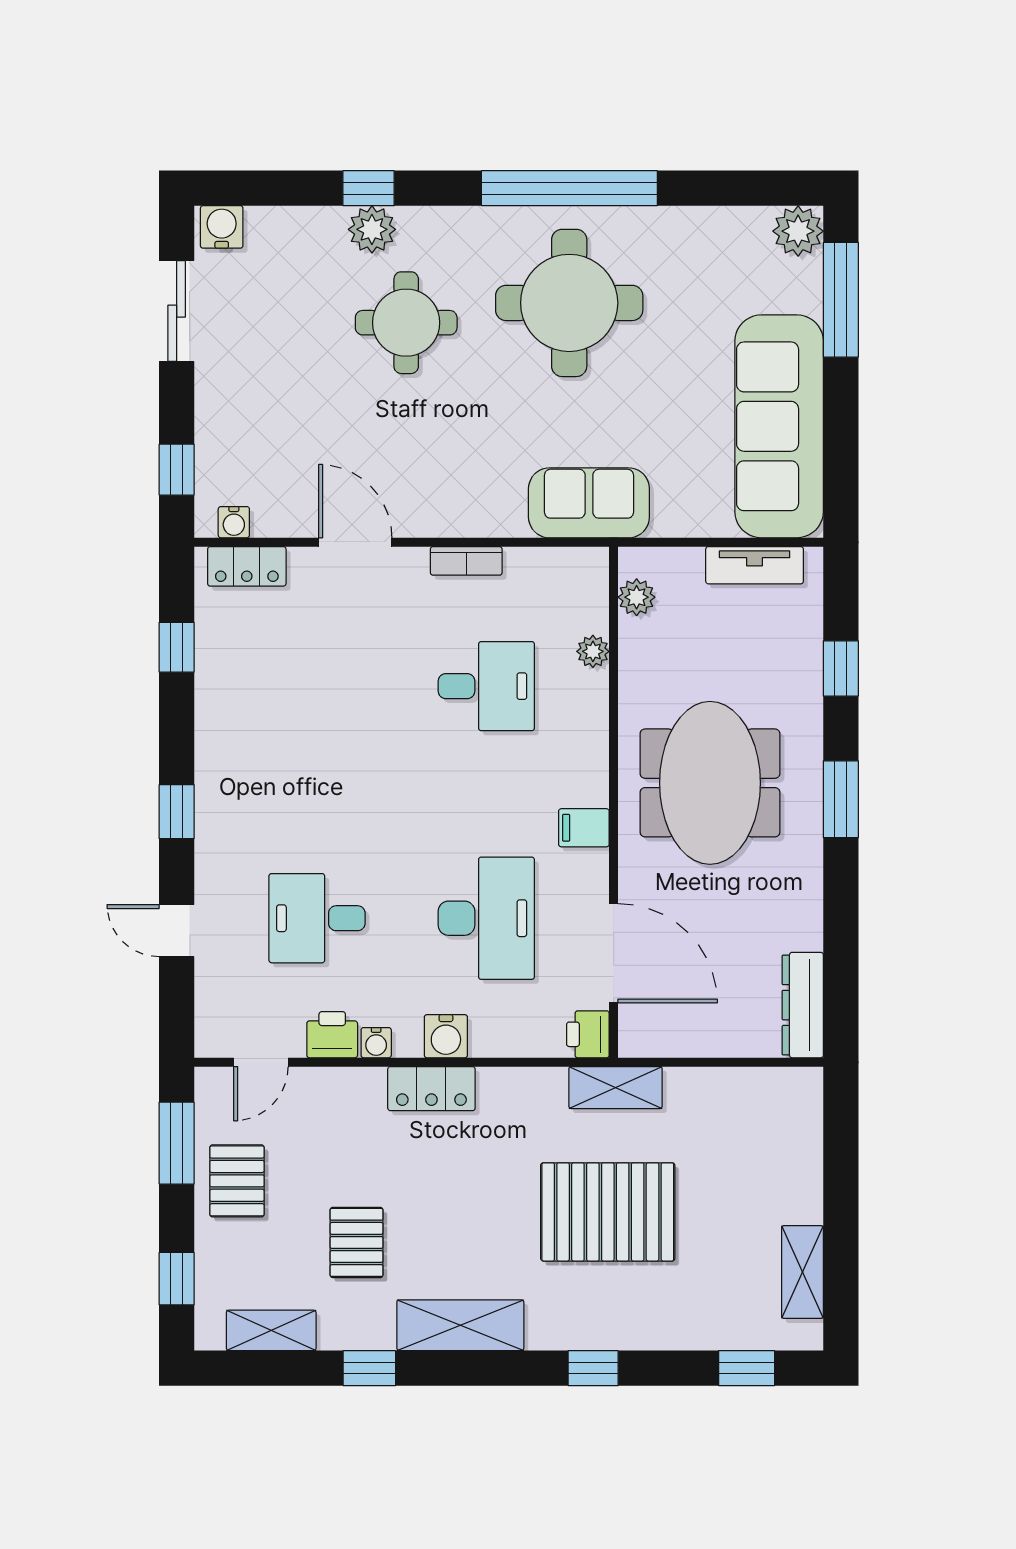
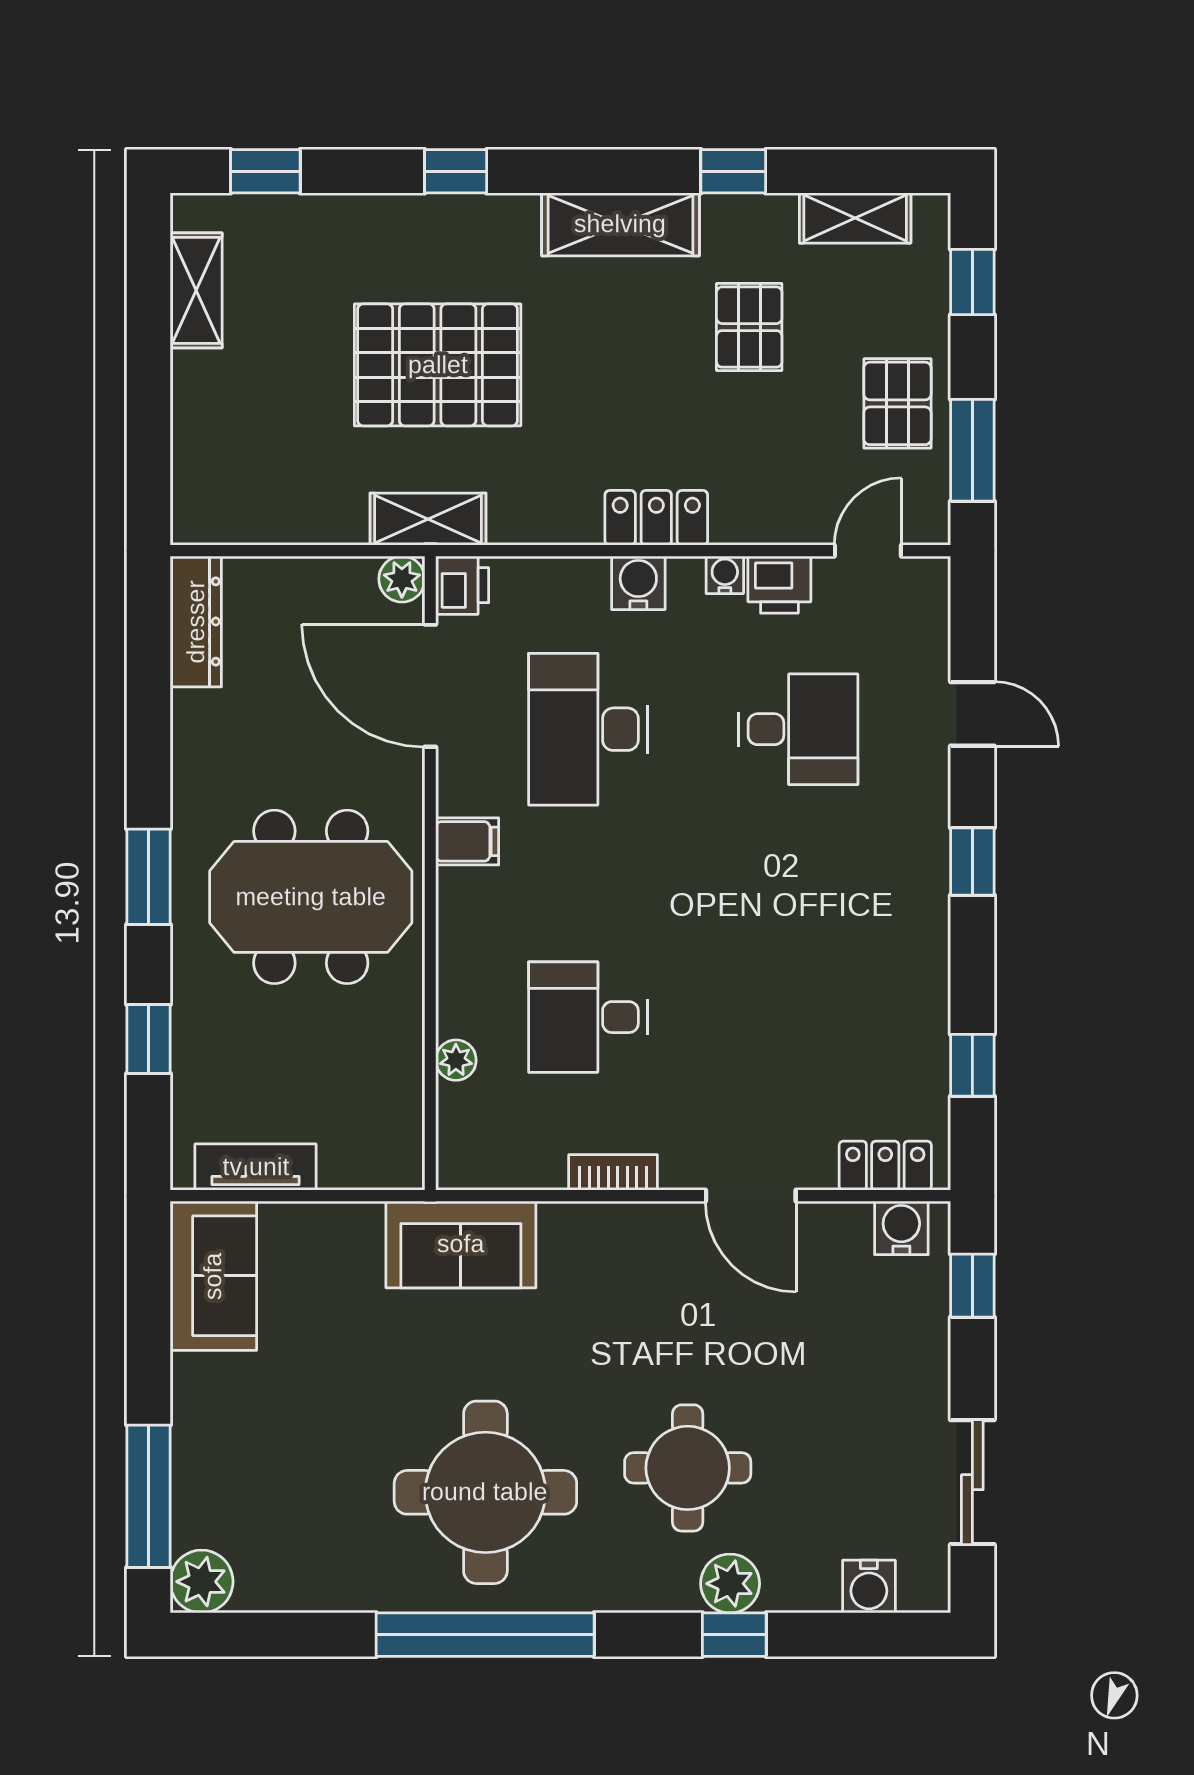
water cooler: (222, 227) -> (869, 1587), moved
sofa: (779, 426) -> (213, 1276), width x0.54, depth x0.79
water cooler: (234, 522) -> (901, 1228), width x1.38, depth x1.38
plant: (637, 597) -> (402, 579), moved
meeting table: (710, 783) -> (311, 897), turned 90

